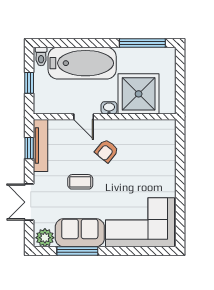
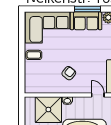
door: (84, 117) -> (98, 95), moved
coffee table: (80, 182) -> (34, 55), moved

